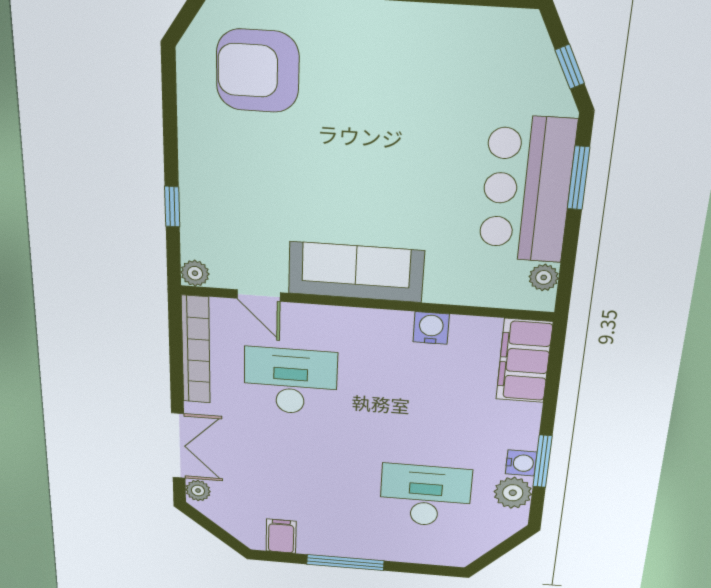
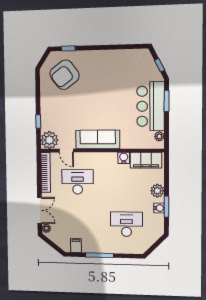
armchair: (258, 71) -> (65, 75), turned -37
plant: (195, 273) -> (49, 140), width x1.88, depth x1.88
filing cabinet: (524, 361) -> (146, 160), moved, turned -90
plant: (513, 493) -> (157, 191), moved

